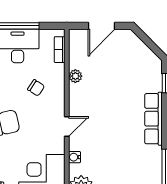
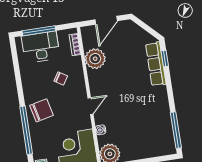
plant: (75, 76) -> (95, 59), width x1.87, depth x1.87
row of seats: (153, 119) -> (156, 64), moved

